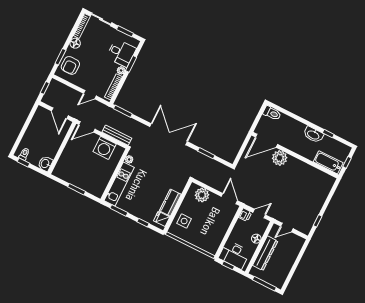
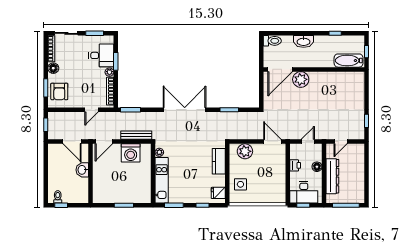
washbasin: (313, 135) -> (304, 41), moved
washbasin: (45, 164) -> (82, 170), moved
kitchen counter: (170, 203) -> (219, 161), moved
printer: (245, 215) -> (295, 165), moved

